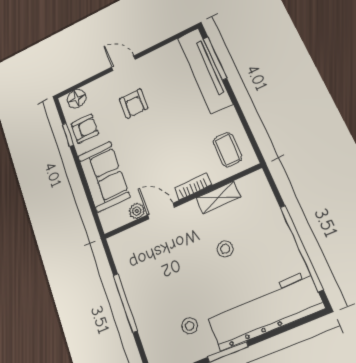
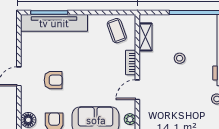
coffee table: (227, 149) -> (117, 31), turned 70
shelving: (218, 197) -> (145, 37), moved
plant: (137, 211) -> (130, 119), moved

